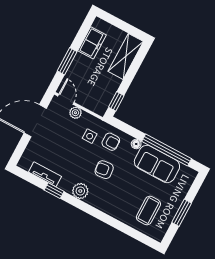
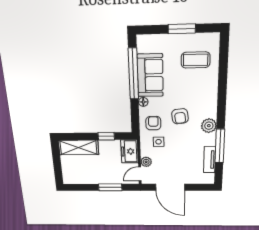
freezer: (92, 43) -> (129, 151), moved, turned -90
window: (116, 101) -> (106, 136), moved
window: (54, 191) -> (220, 146), width x2.17

